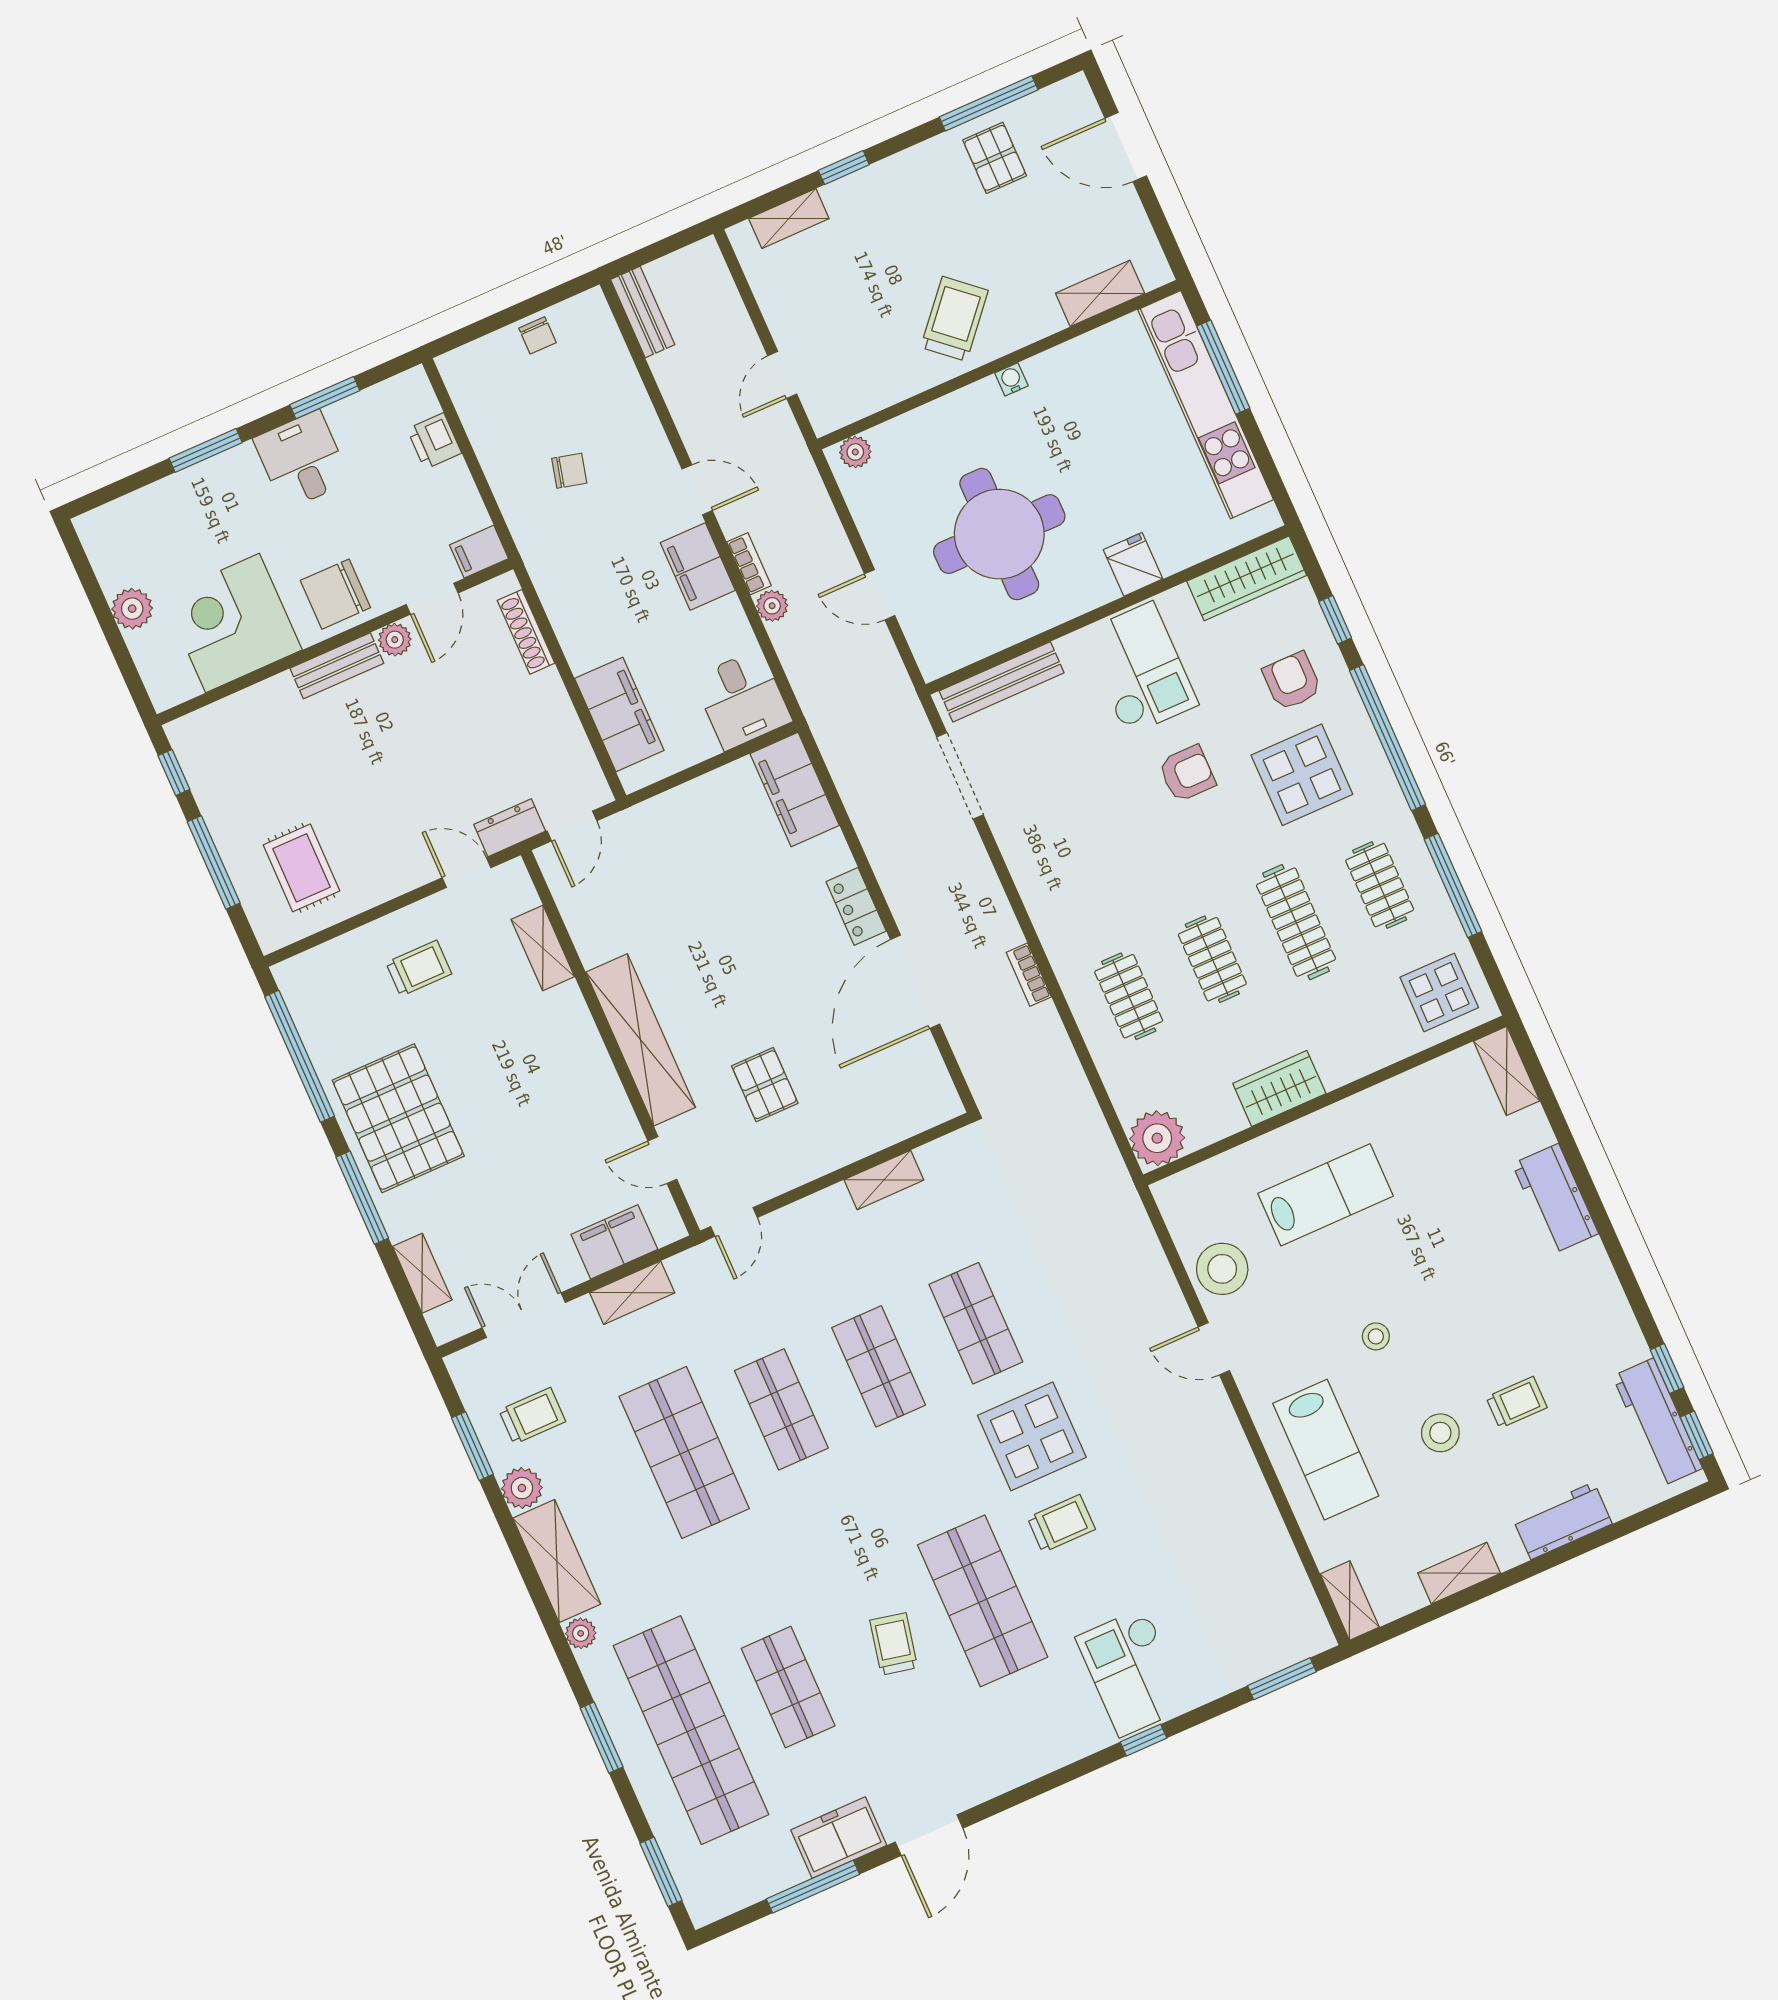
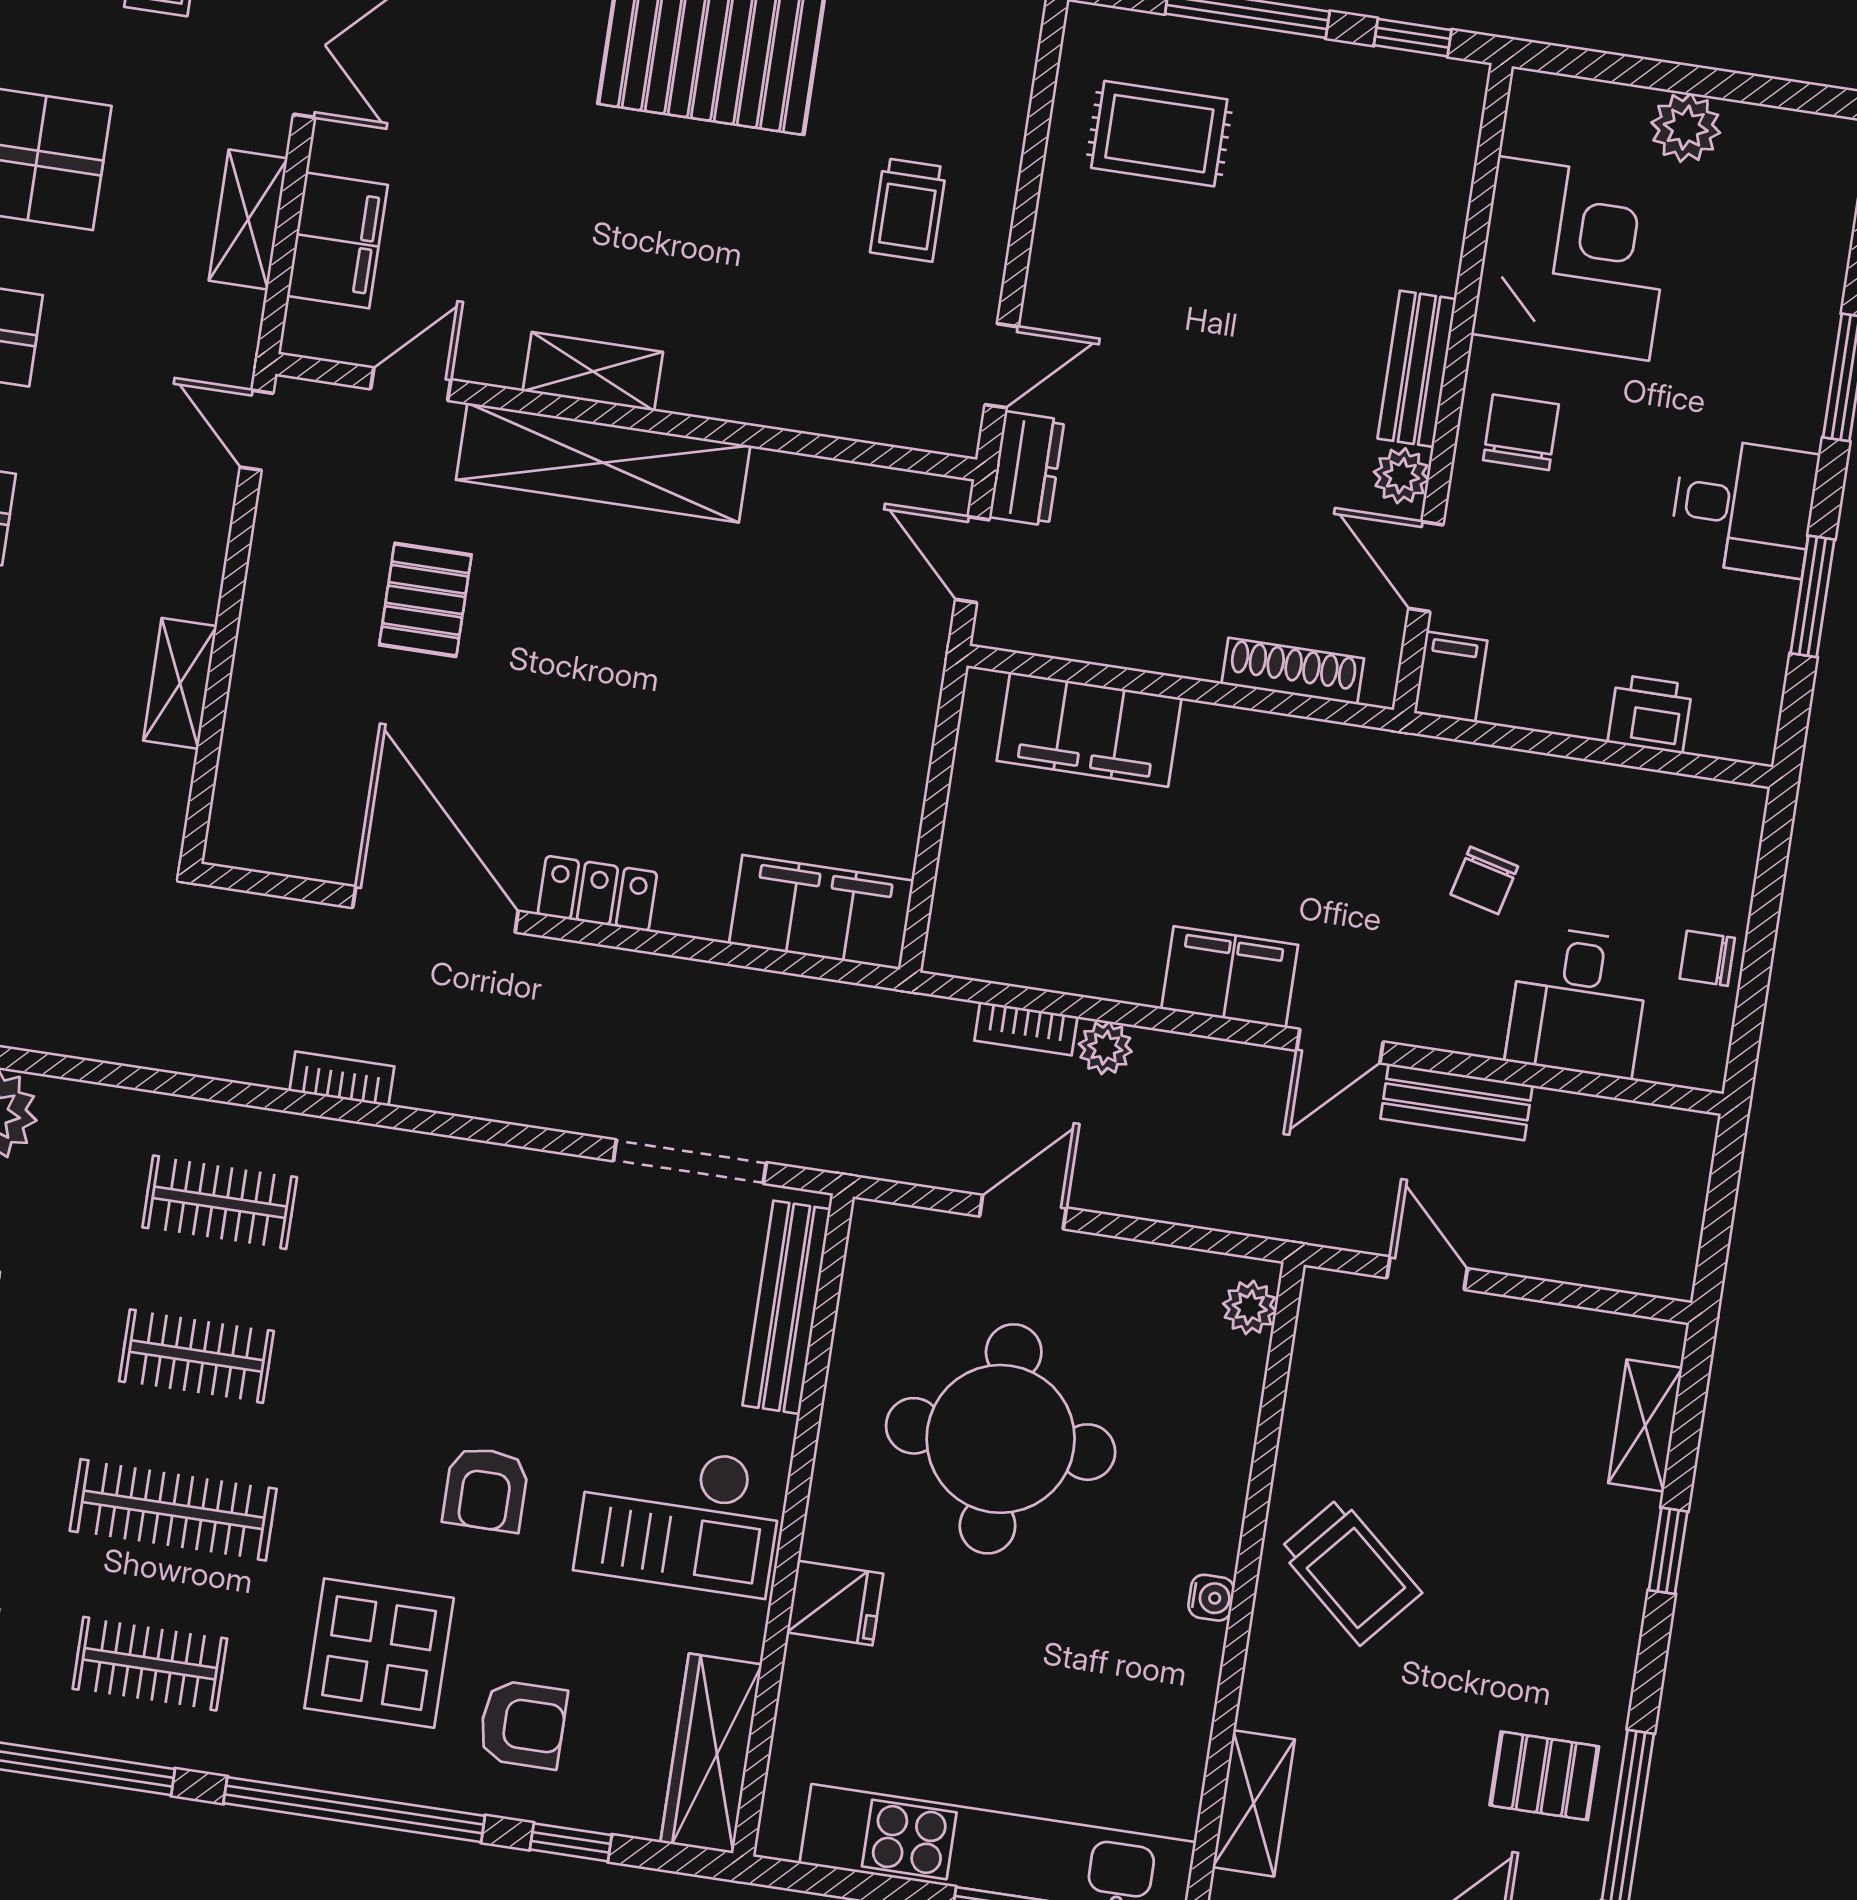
bench: (643, 312) -> (1457, 1102), moved
bookcase: (749, 564) -> (1026, 1029), moved
chair: (335, 594) -> (1521, 432), width x0.73, depth x0.73
desk: (742, 700) -> (1578, 1002), moved, turned -90
shelving: (543, 948) -> (593, 371), moved
pallet: (765, 1085) -> (425, 600), turned 90

